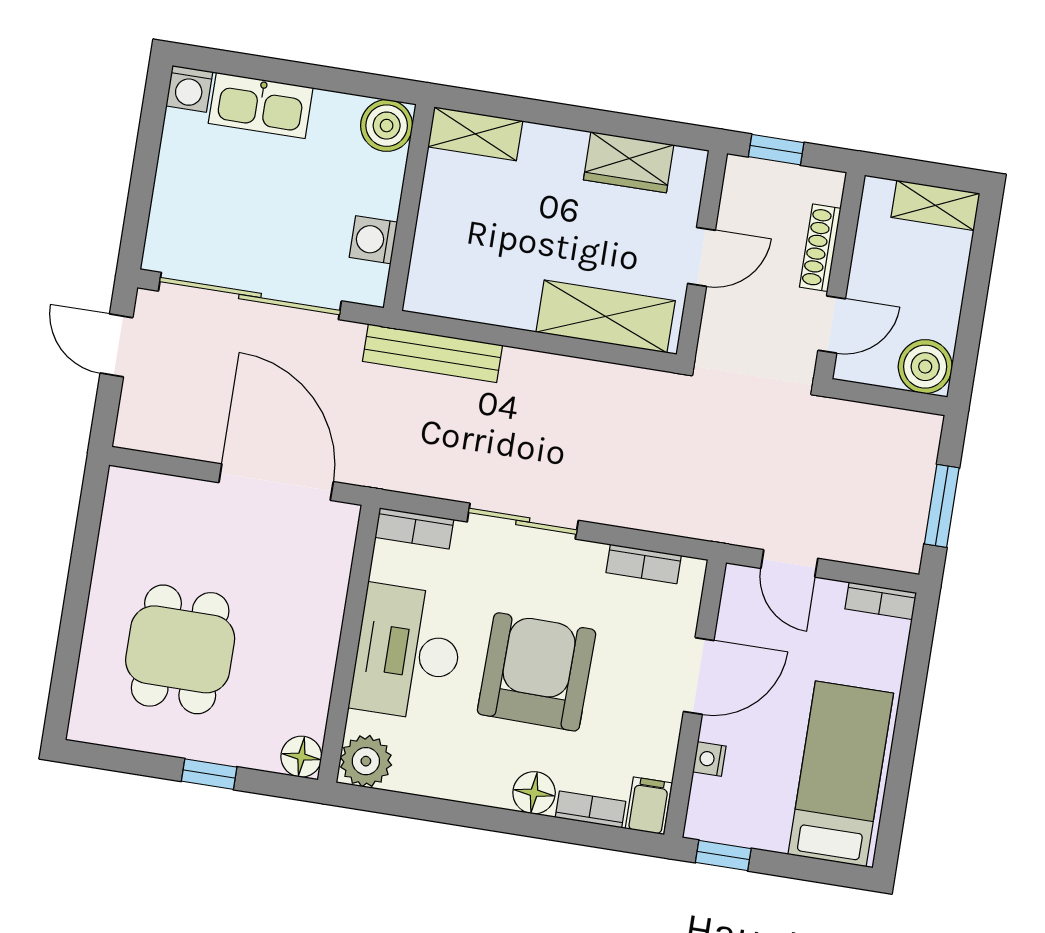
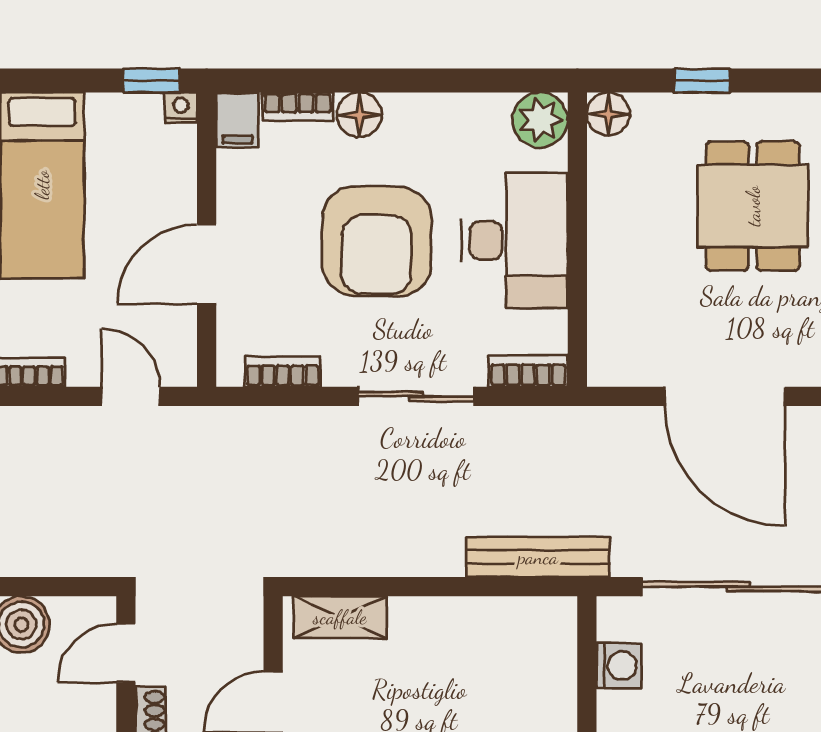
shelving: (606, 316) -> (340, 617), width x0.67, depth x0.75
door: (276, 482) -> (725, 396), moved
nightstand: (709, 759) -> (181, 108), moved, turned -90

